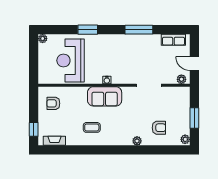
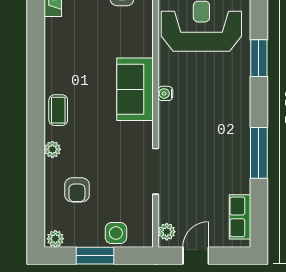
side table: (182, 107) -> (116, 233), added
coffee table: (92, 127) -> (58, 110), moved

